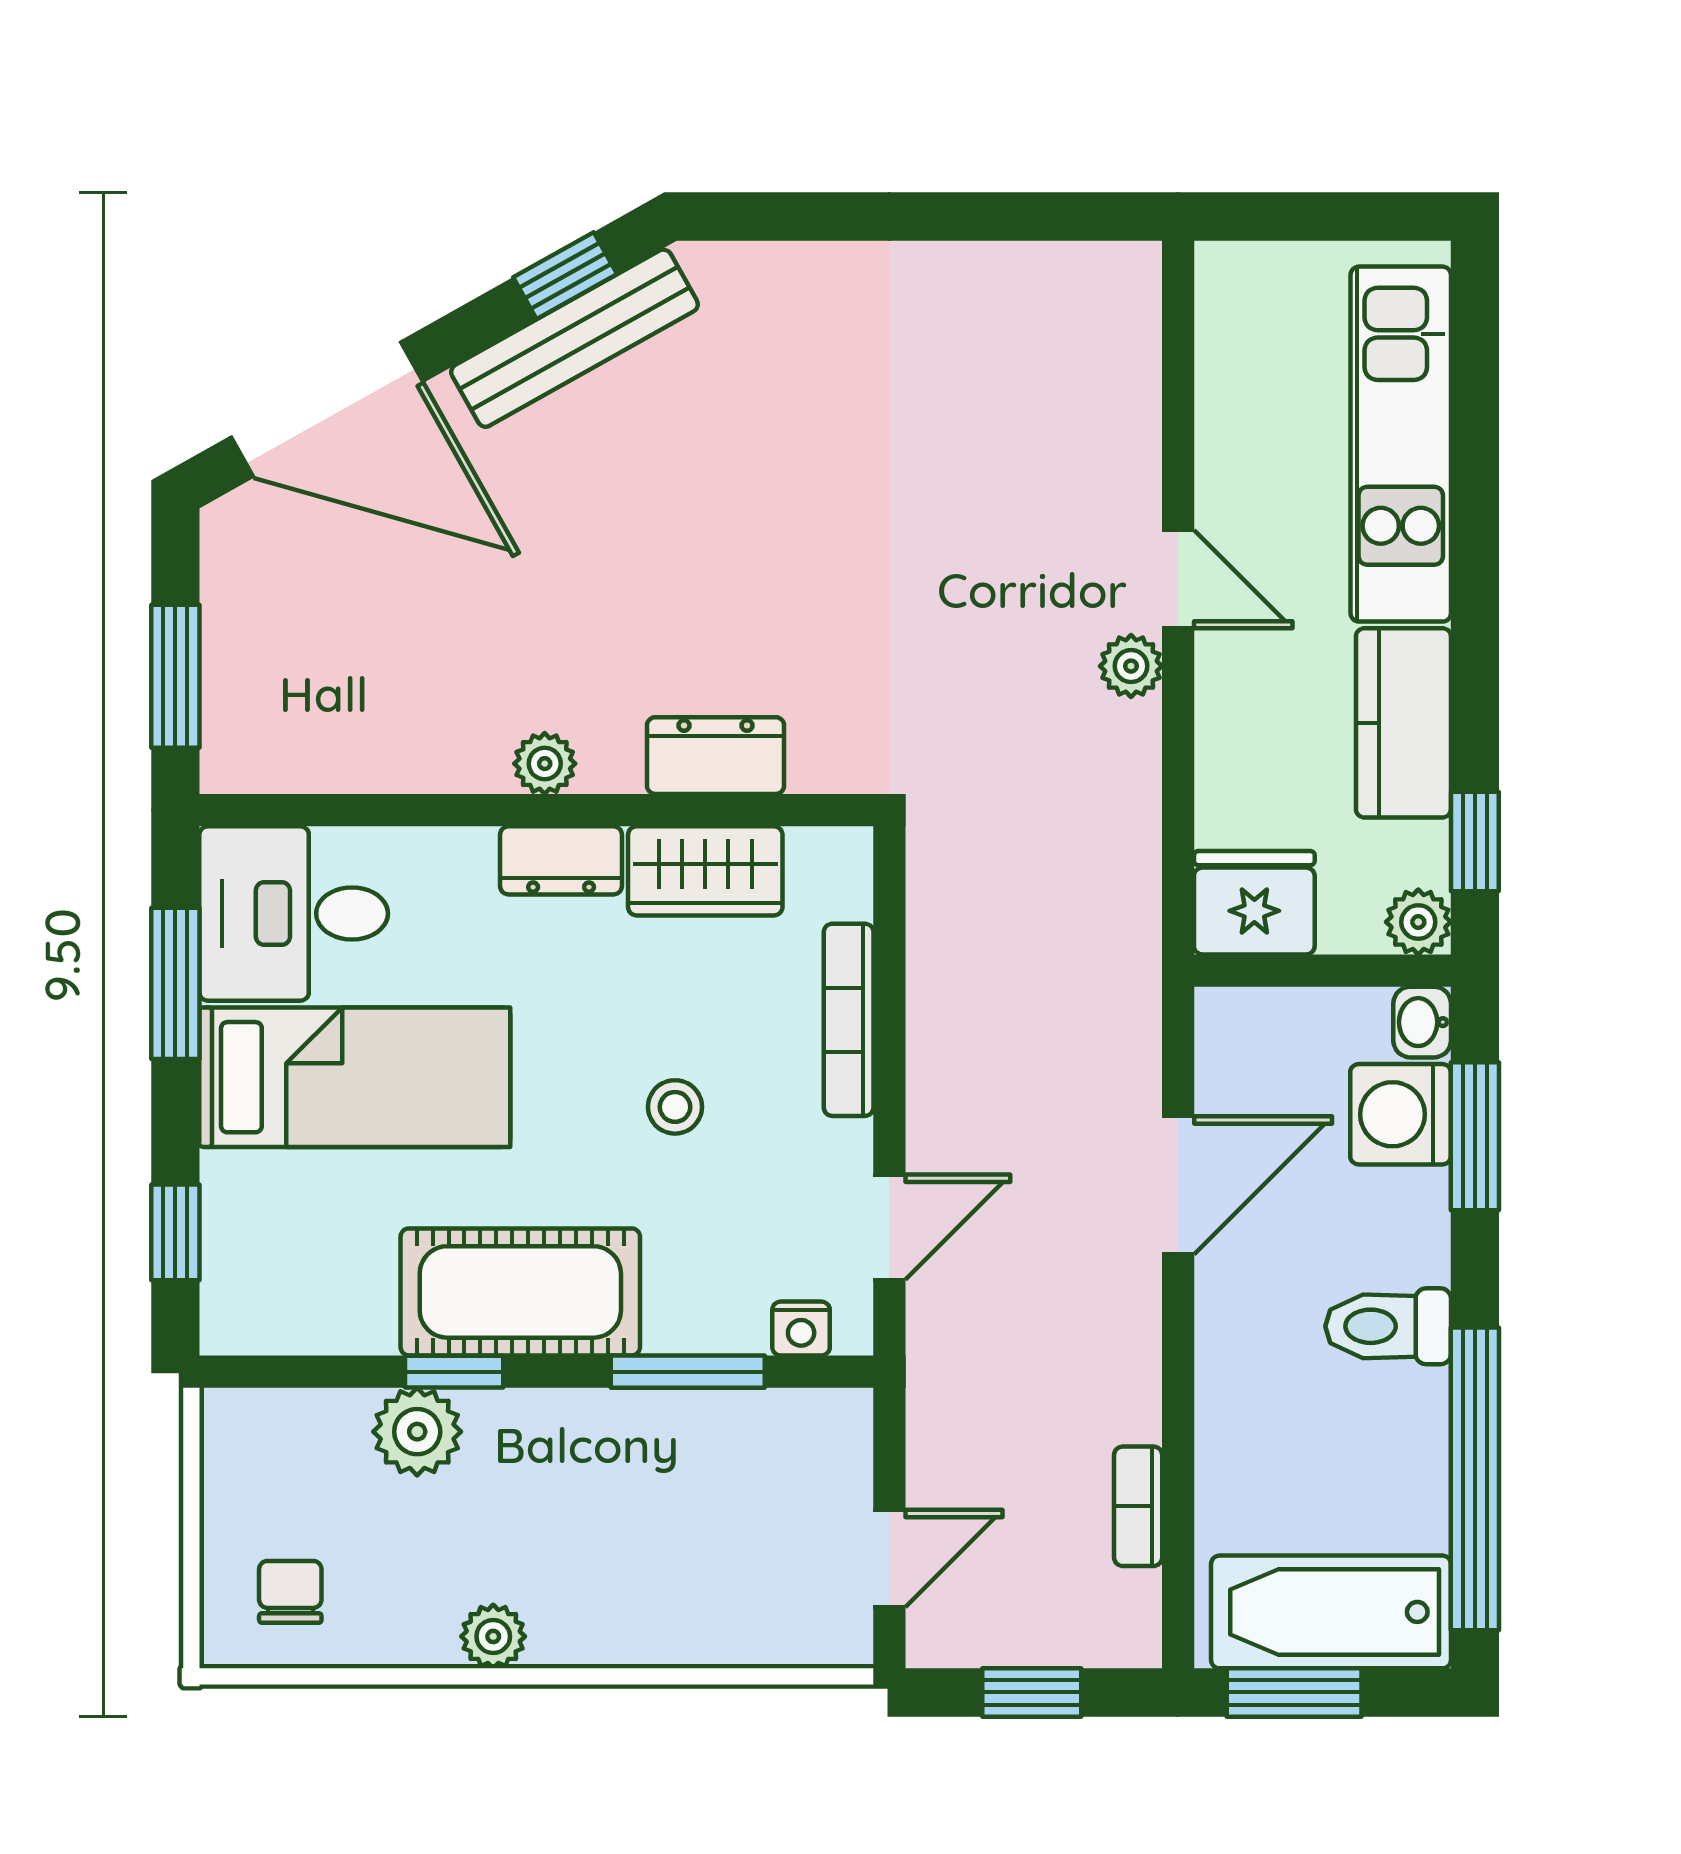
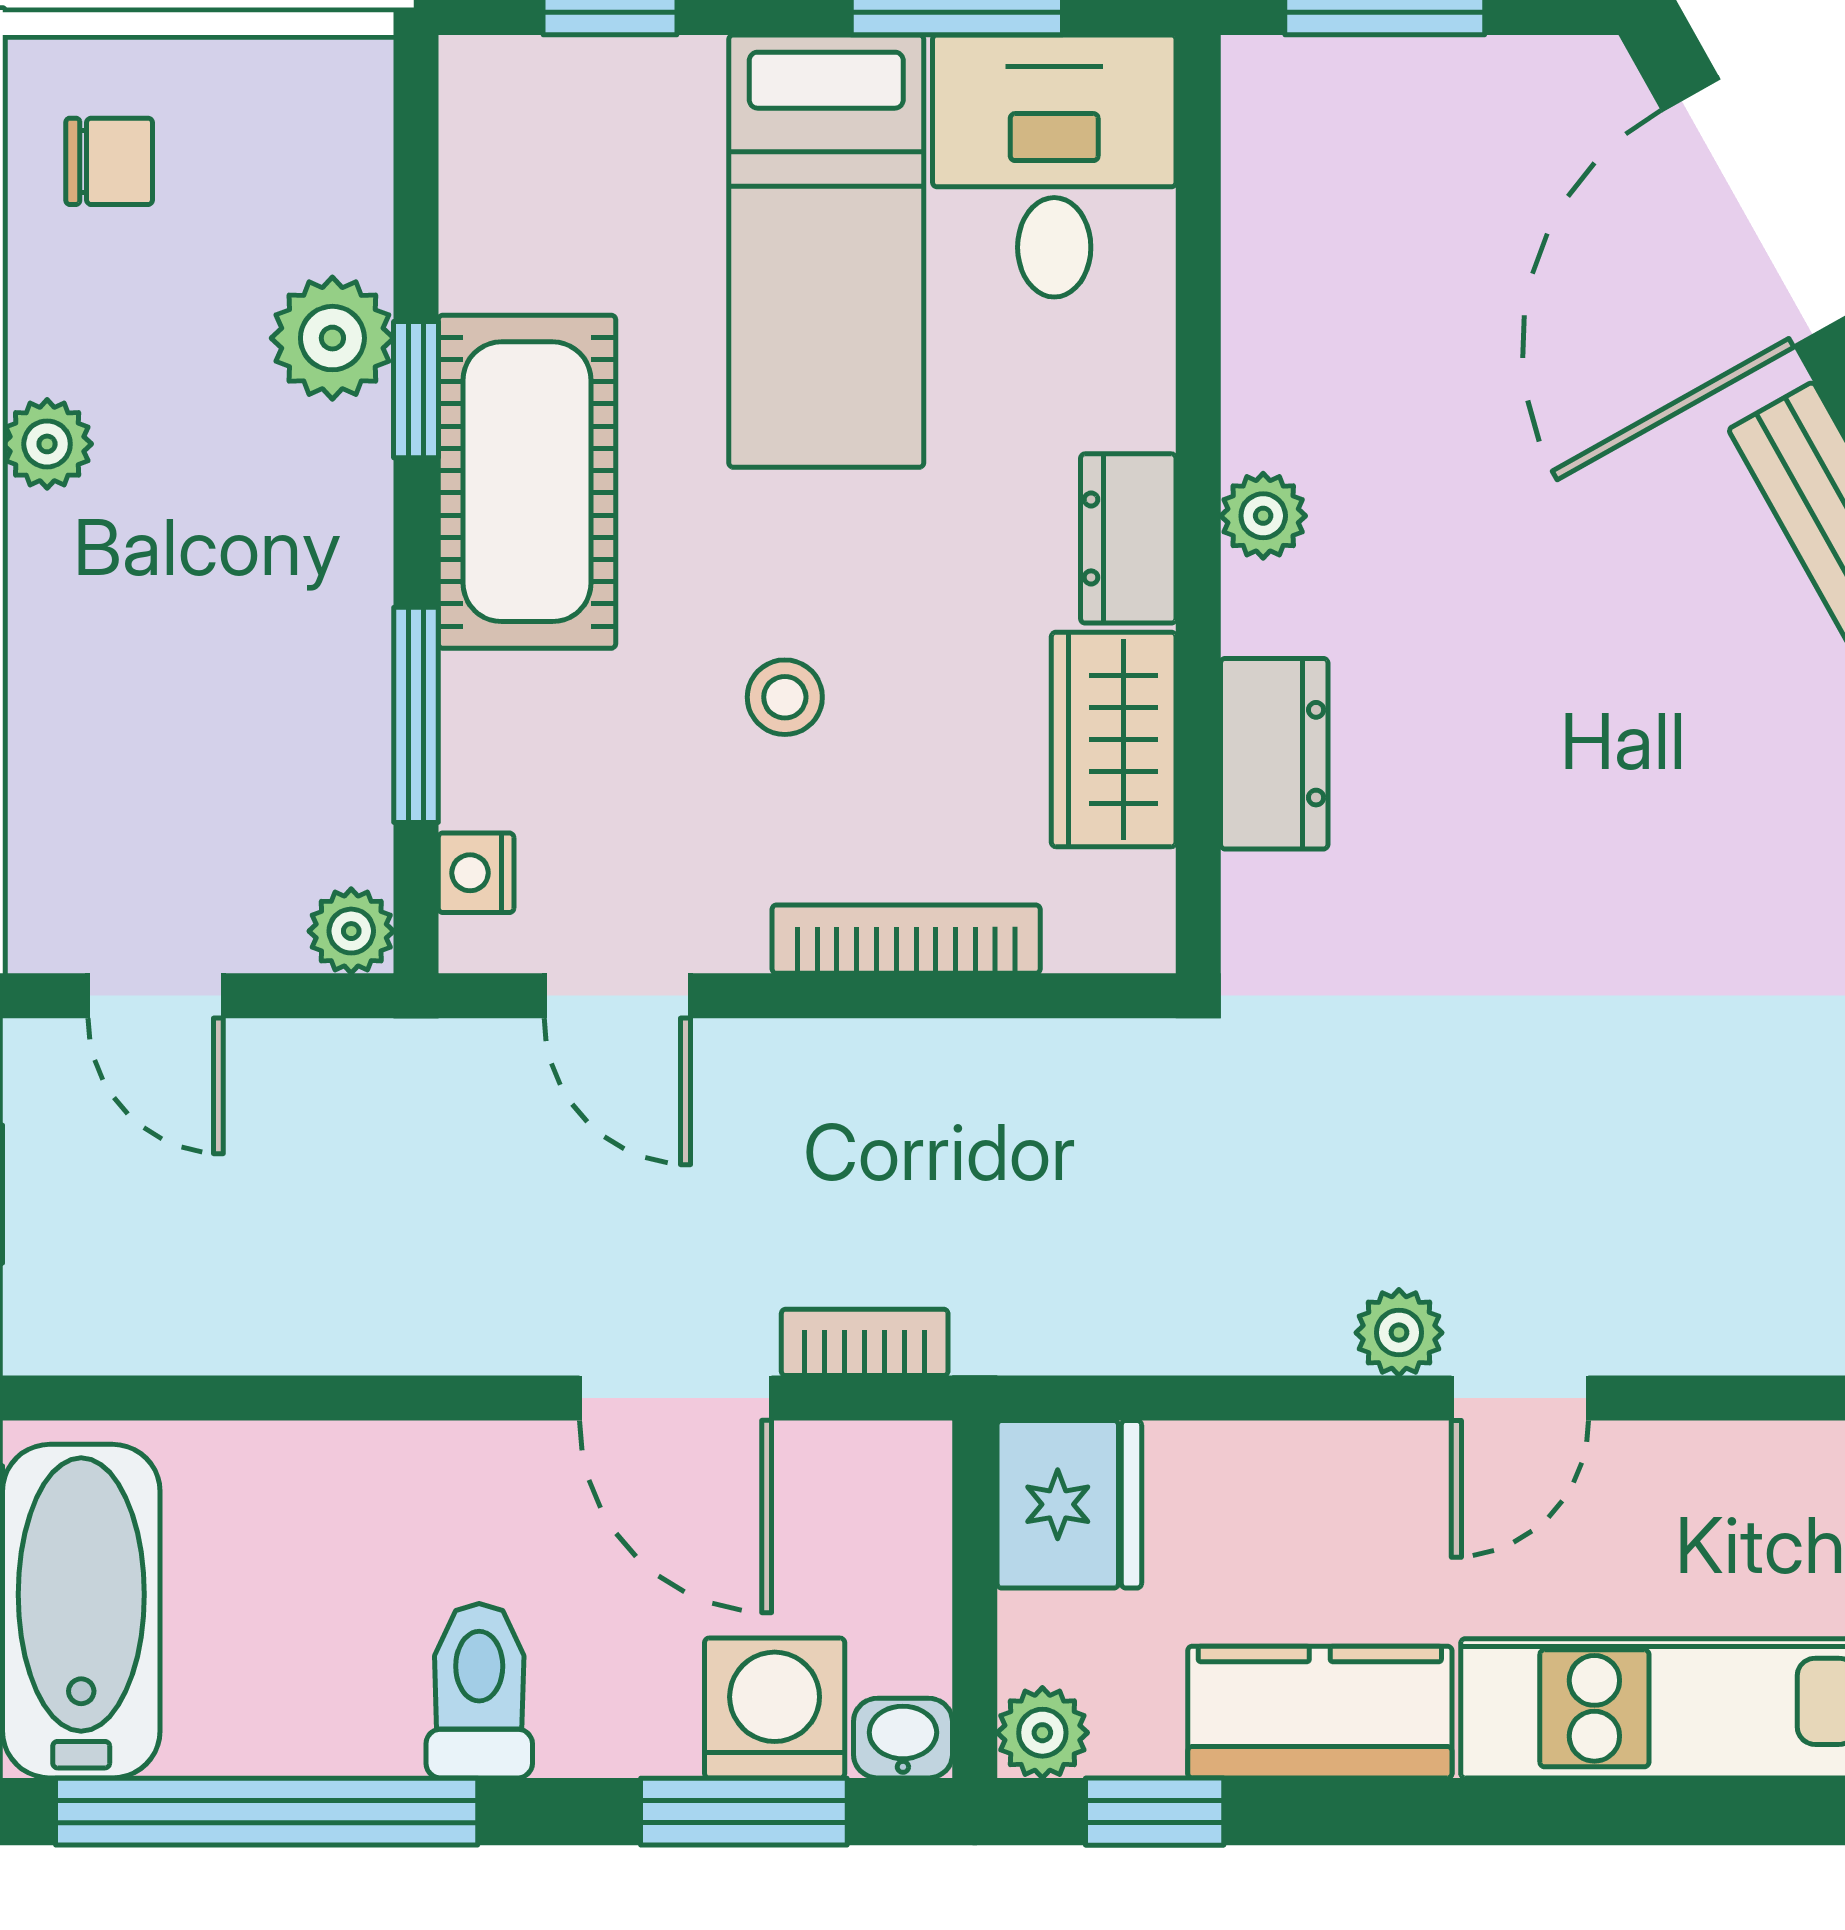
plant: (843, 1418) -> (351, 931), added
bookcase: (1138, 1506) -> (865, 1342), moved

